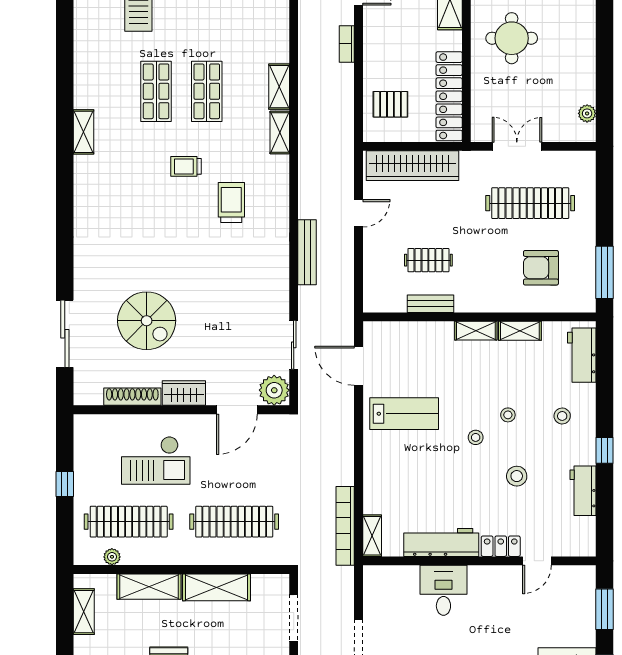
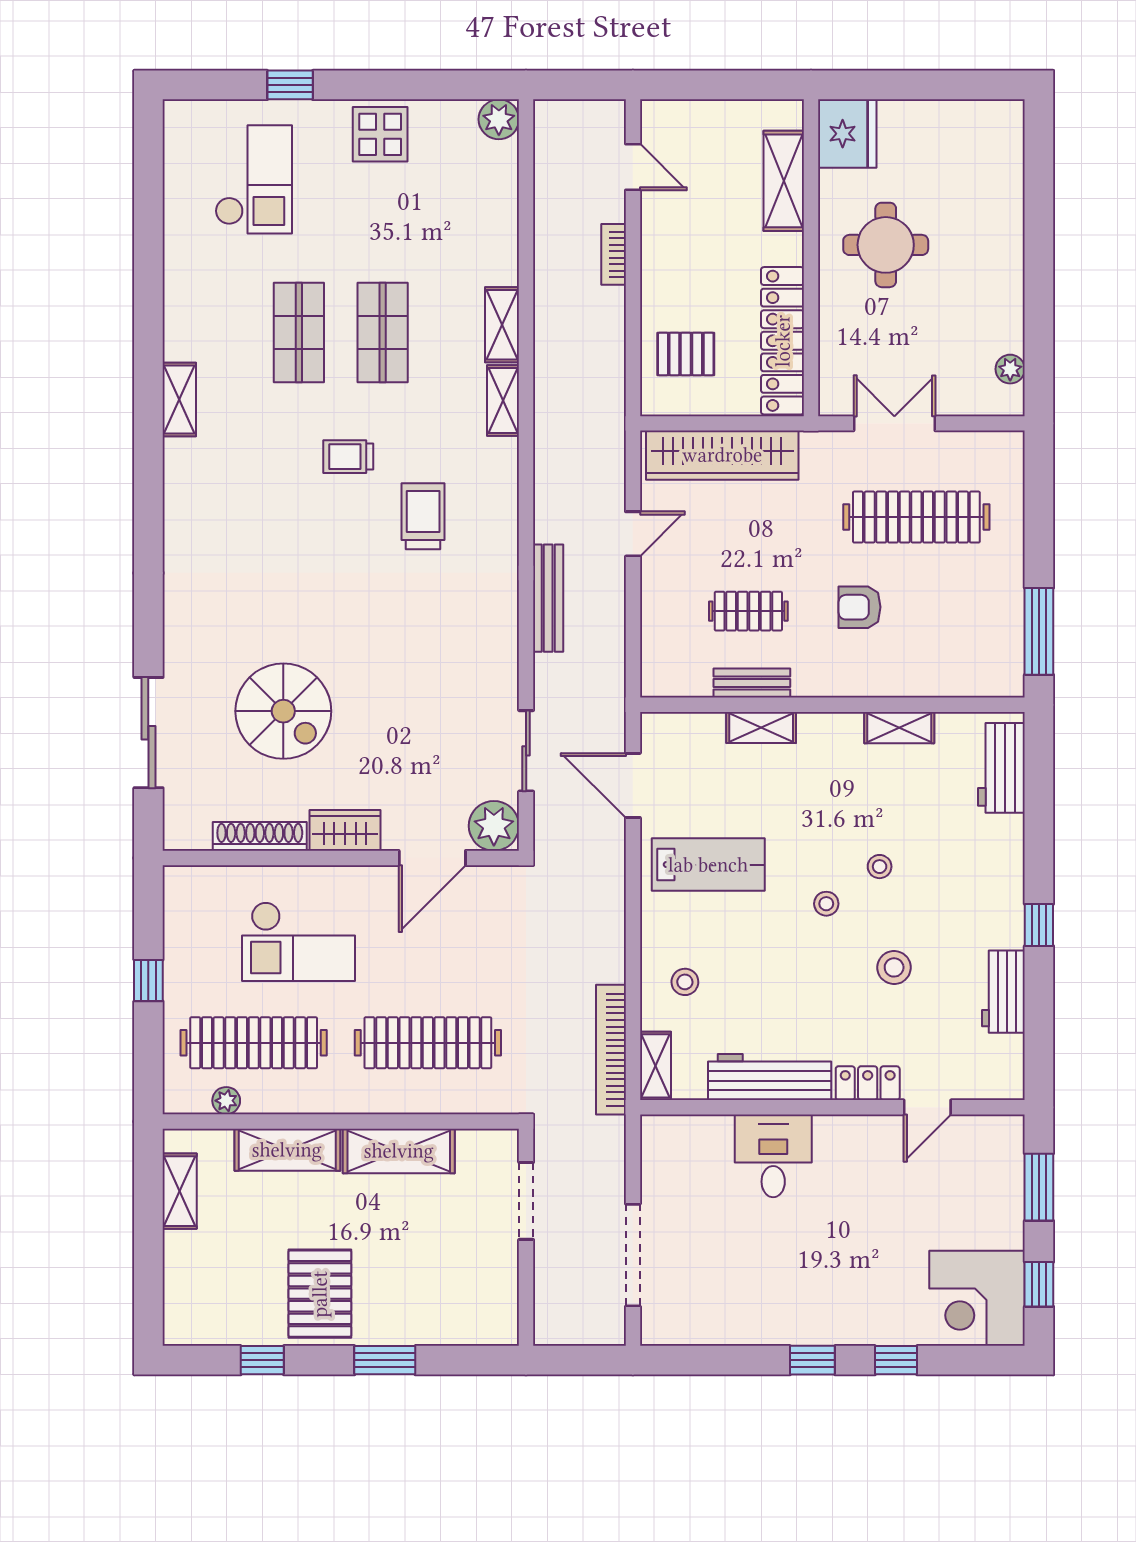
armchair: (541, 268) -> (859, 607), moved, width x0.72, depth x0.72
shelving: (476, 331) -> (761, 728), moved
stool: (562, 416) -> (685, 982), moved

